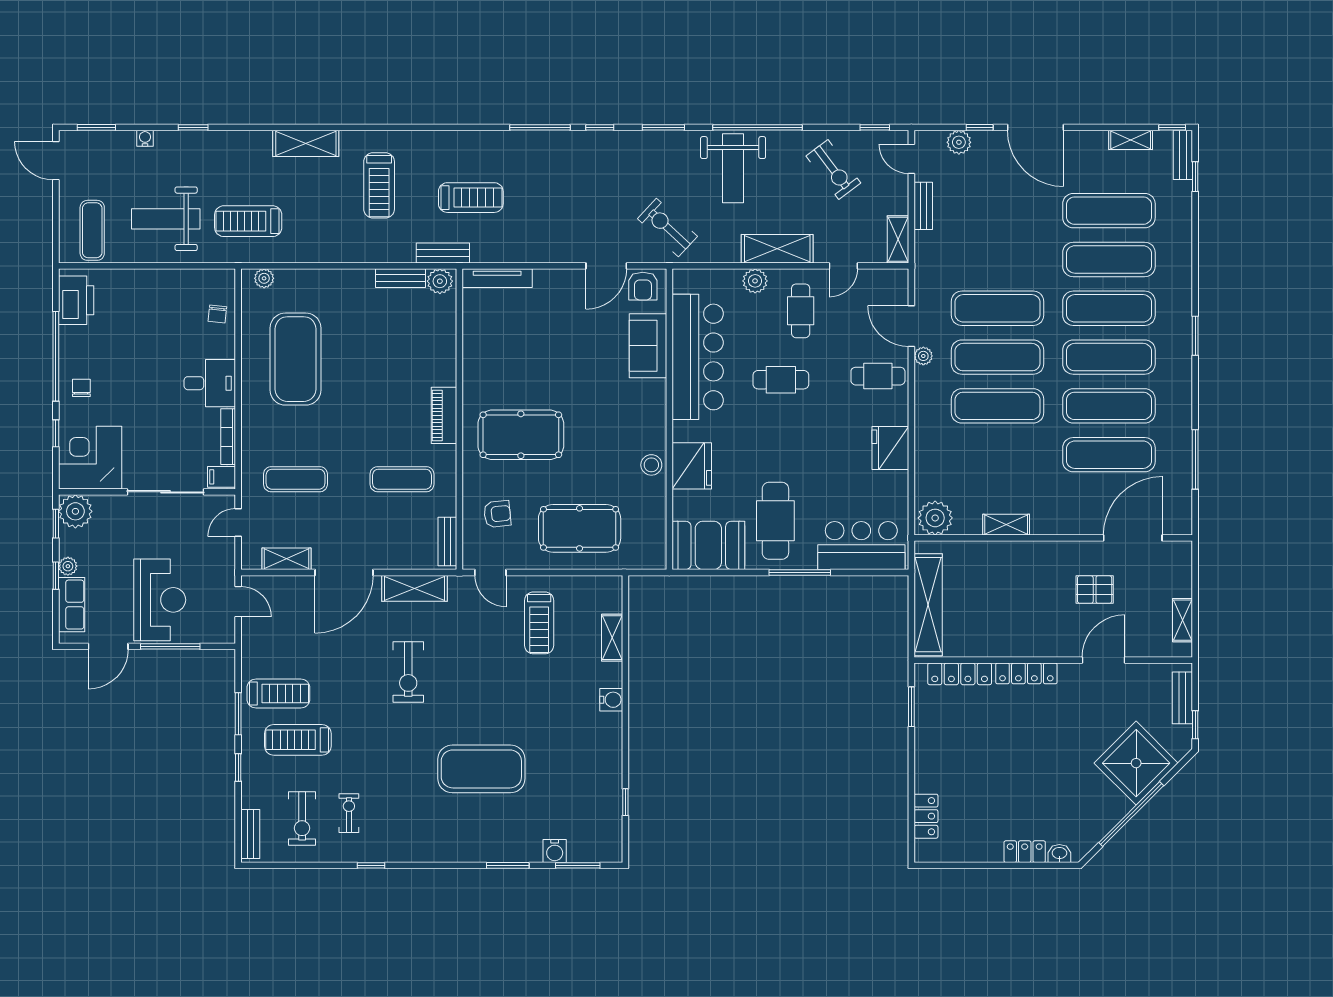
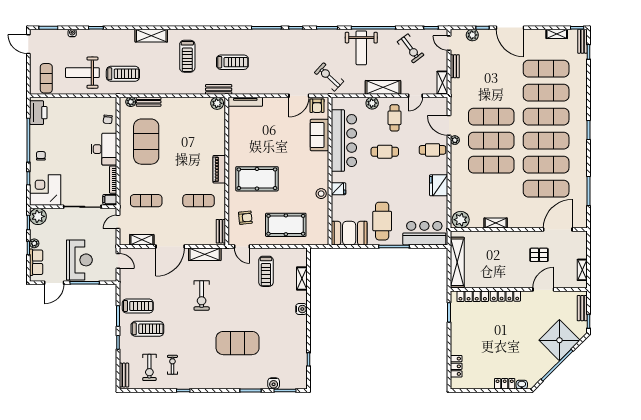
treadmill: (248, 221) -> (123, 74), turned 180
bench: (400, 278) -> (149, 102), moved
desk: (210, 383) -> (104, 149), width x1.37
fridge: (692, 466) -> (338, 189), width x0.53, depth x0.75
treadmill: (298, 740) -> (147, 329), turned 180

